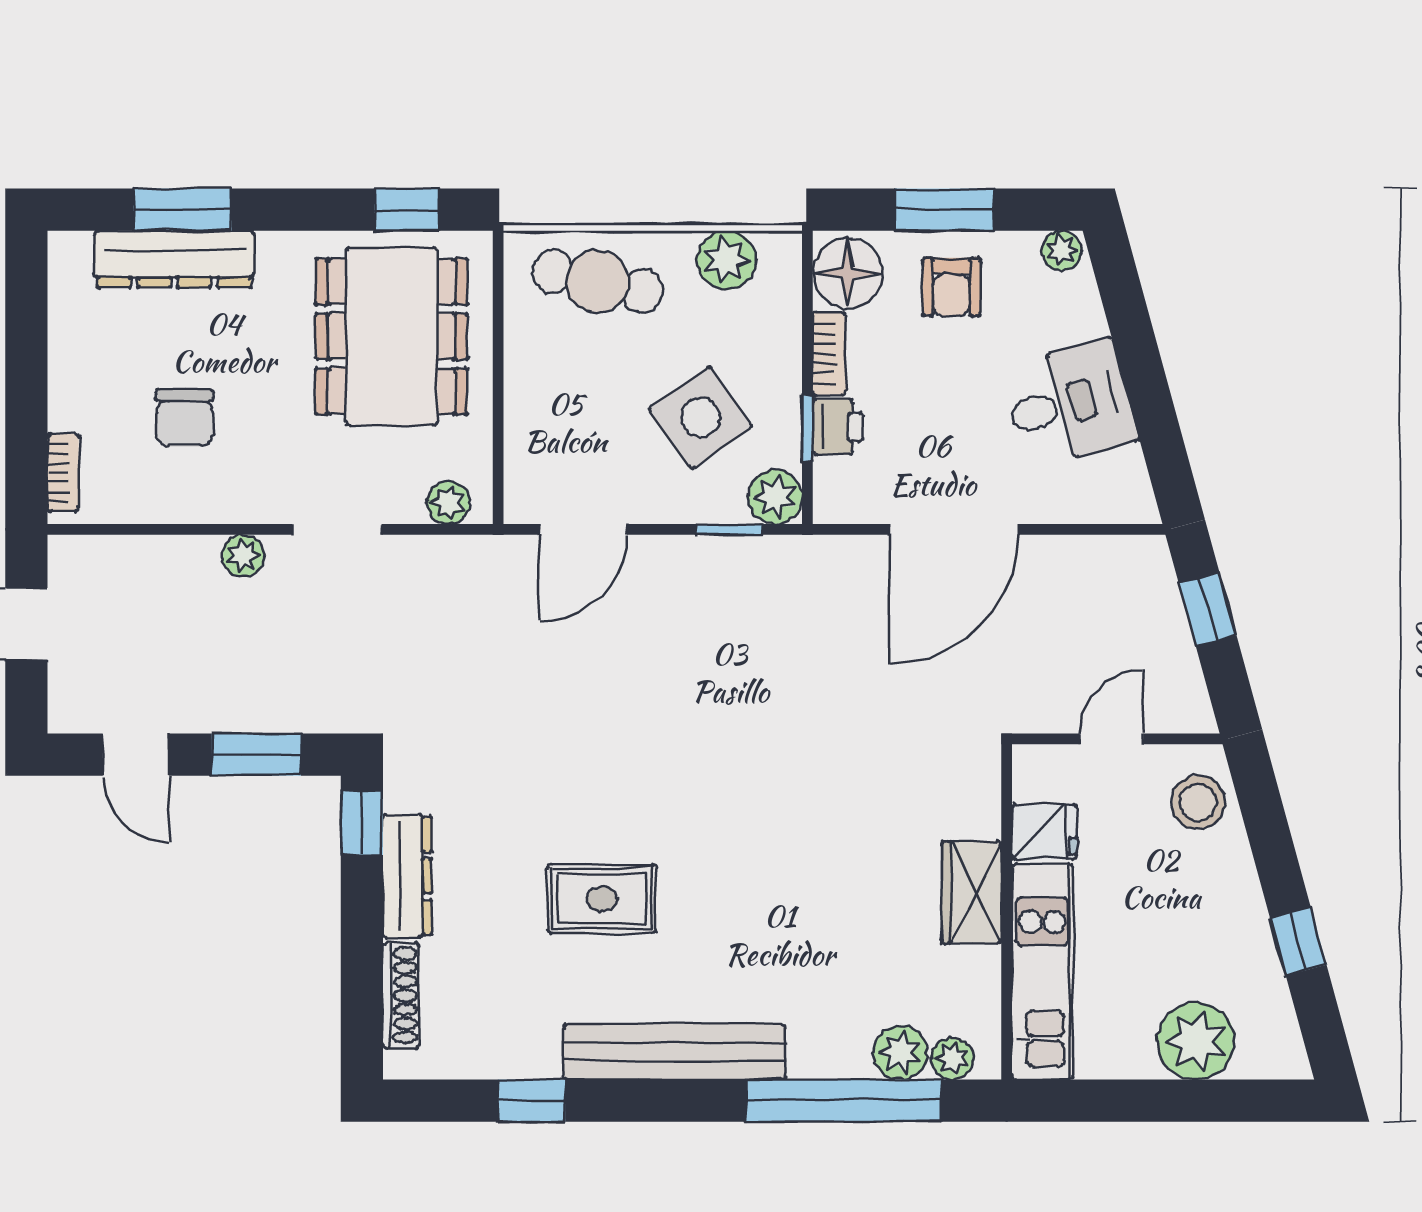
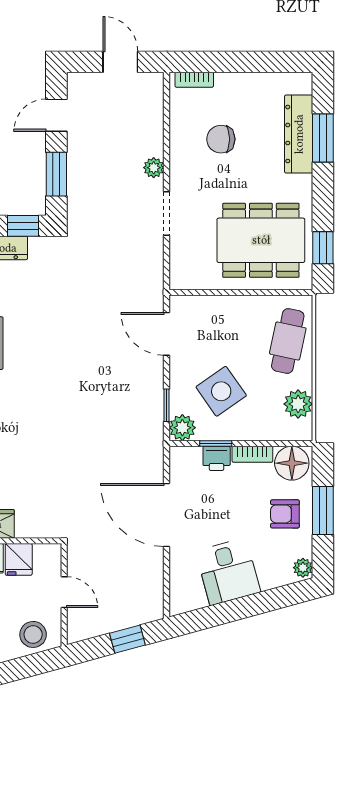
plant: (448, 503) -> (180, 268), removed

